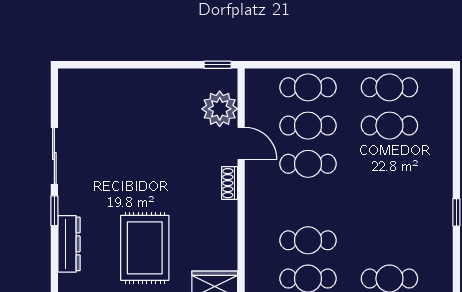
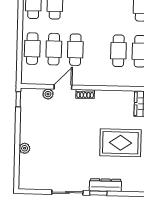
plant: (131, 78) -> (25, 148), added
plant: (220, 109) -> (48, 94), width x0.53, depth x0.53
dresser: (69, 244) -> (105, 185), moved

